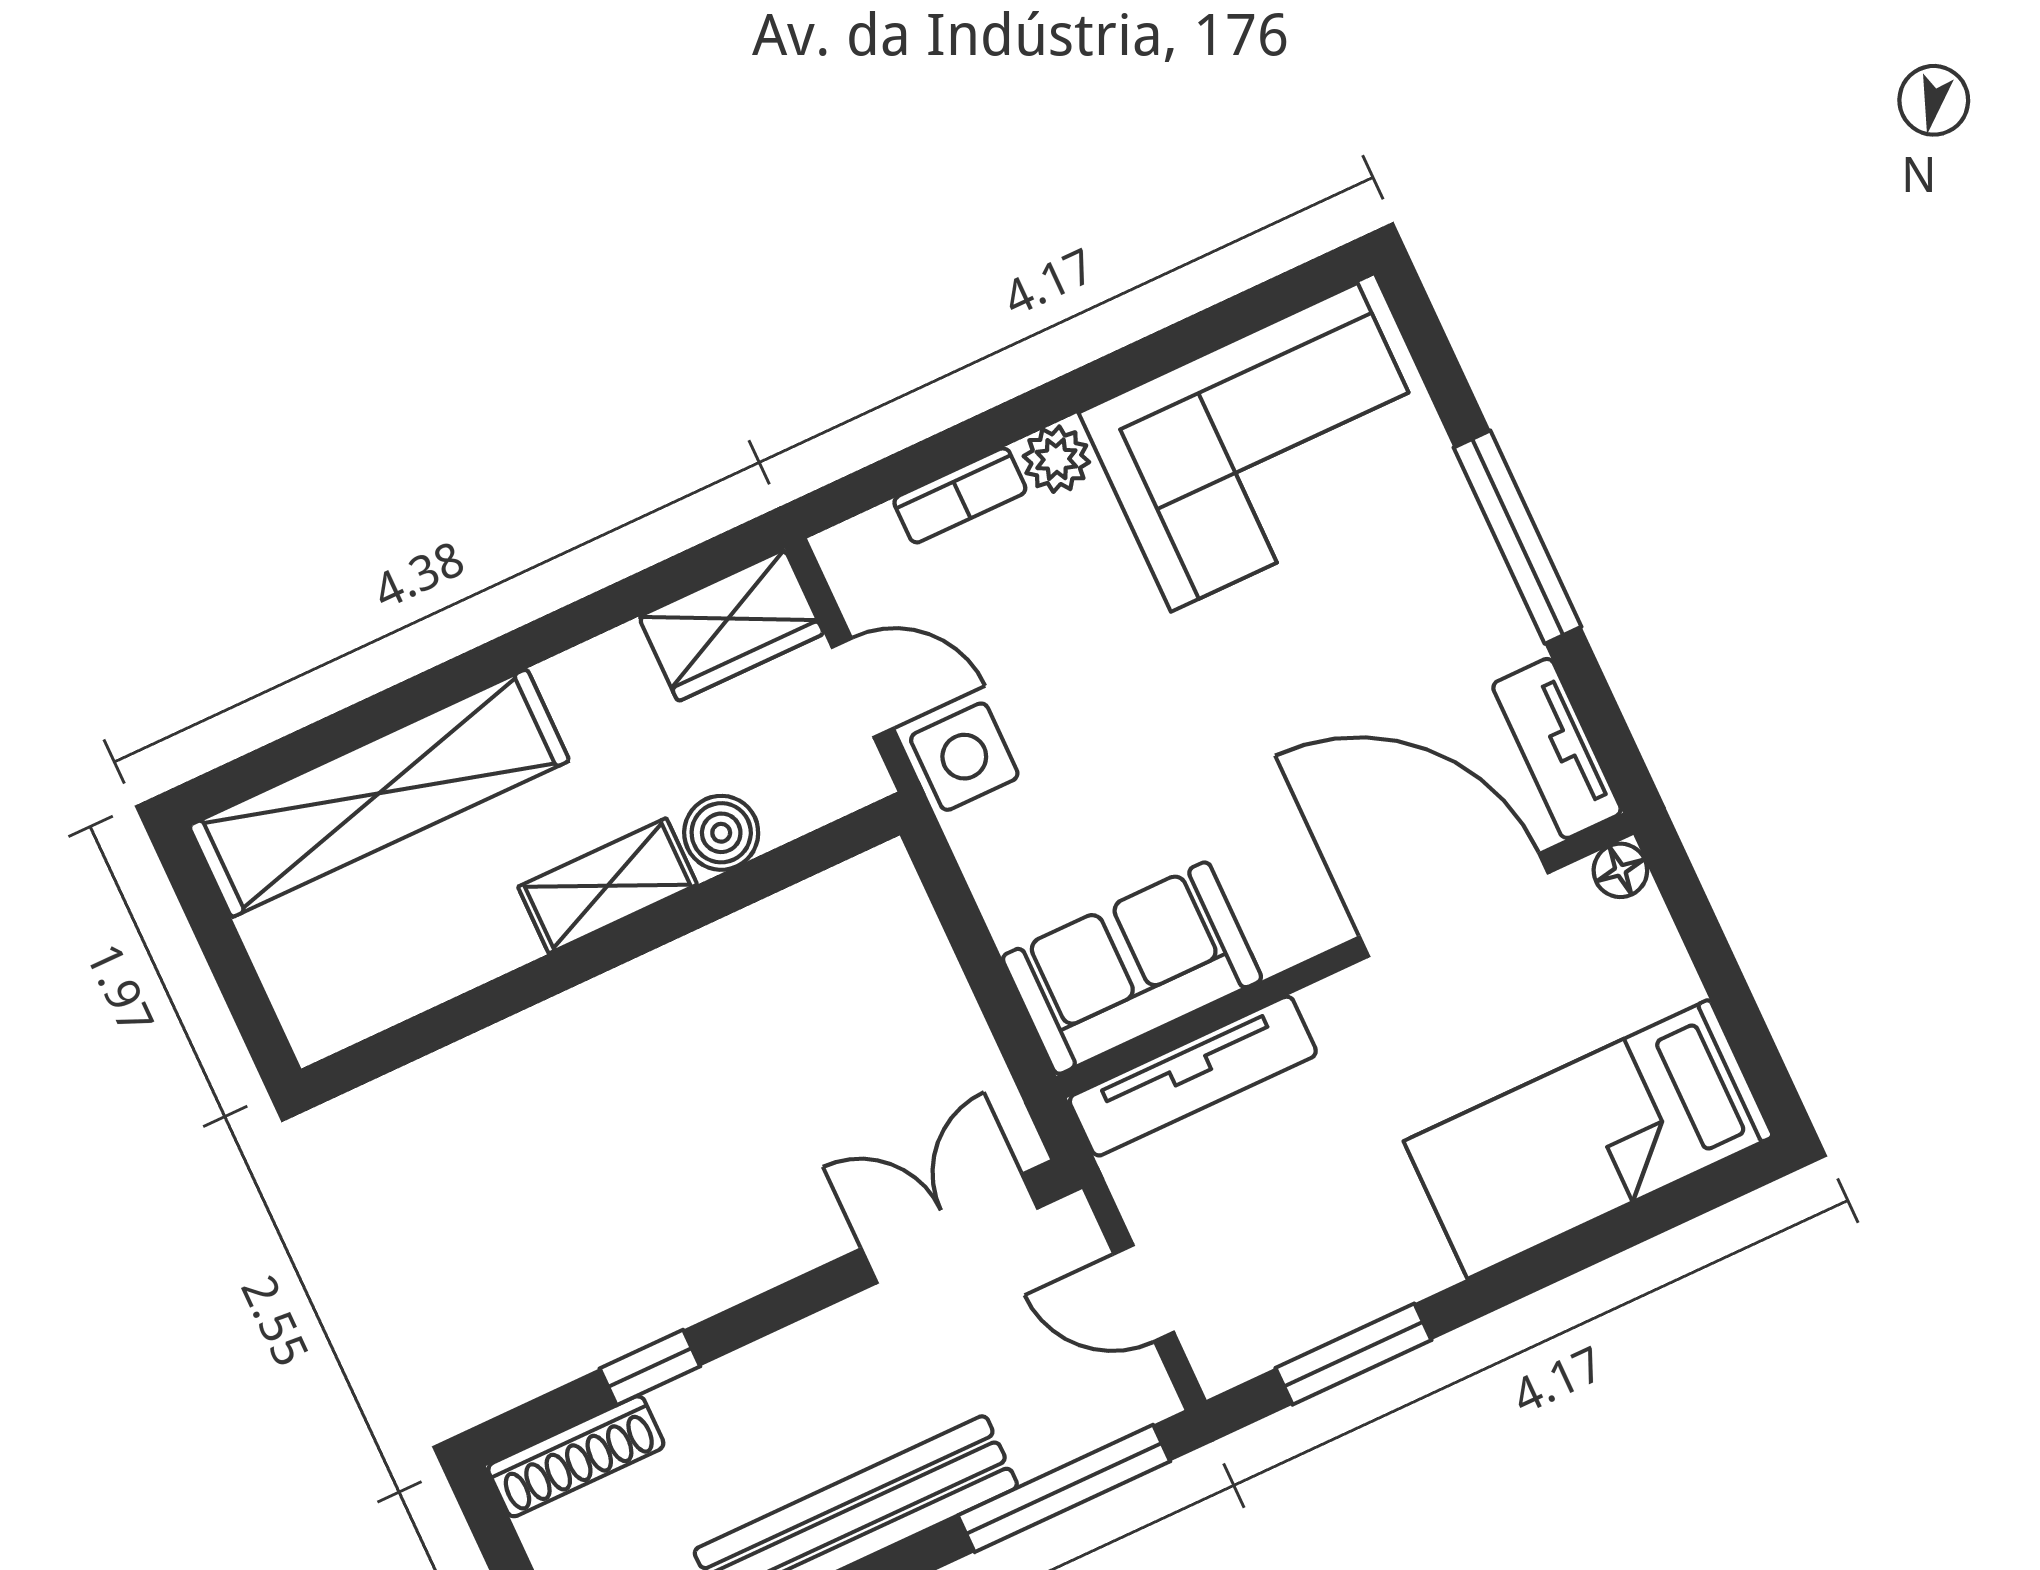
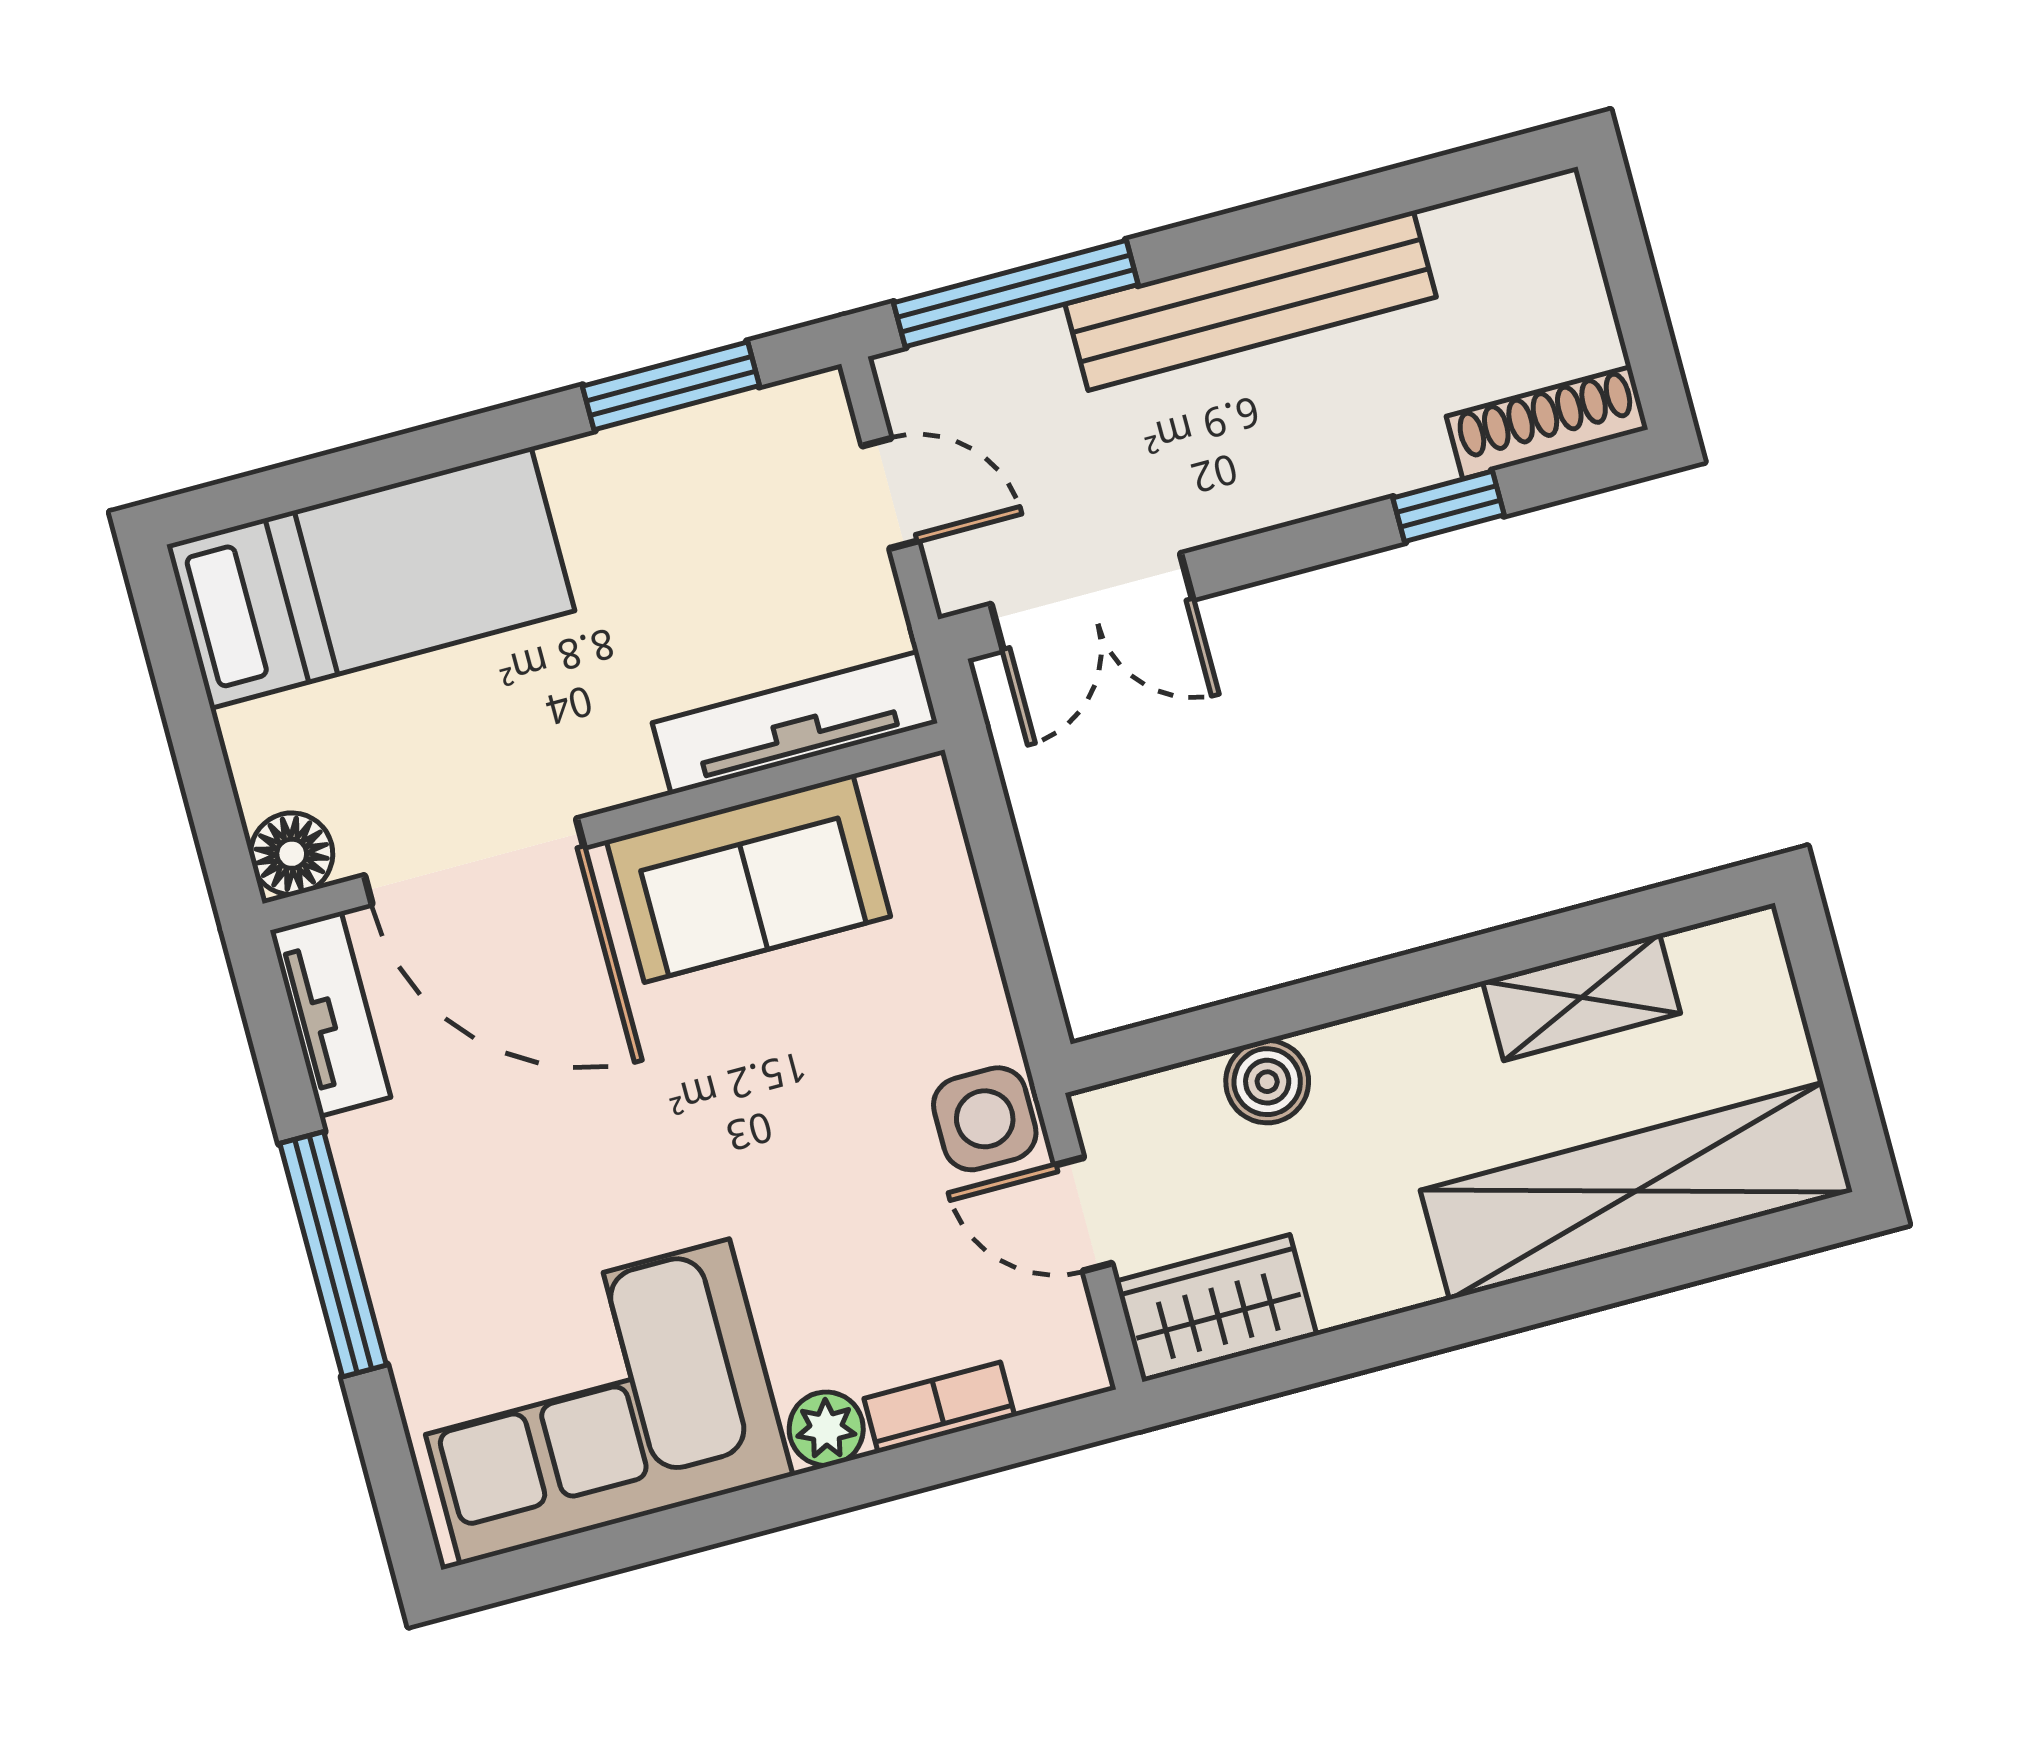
floor lamp: (1620, 870) -> (292, 854), width x1.37, depth x1.37
shelving: (608, 886) -> (1582, 997), moved
sofa: (1132, 968) -> (748, 878), moved

